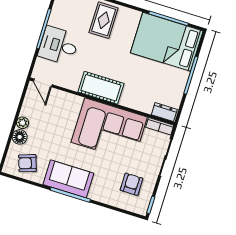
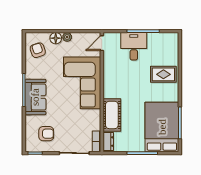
cot: (101, 88) -> (112, 115), moved
corner sofa: (109, 130) -> (82, 83), moved
sofa: (68, 179) -> (35, 97), moved

